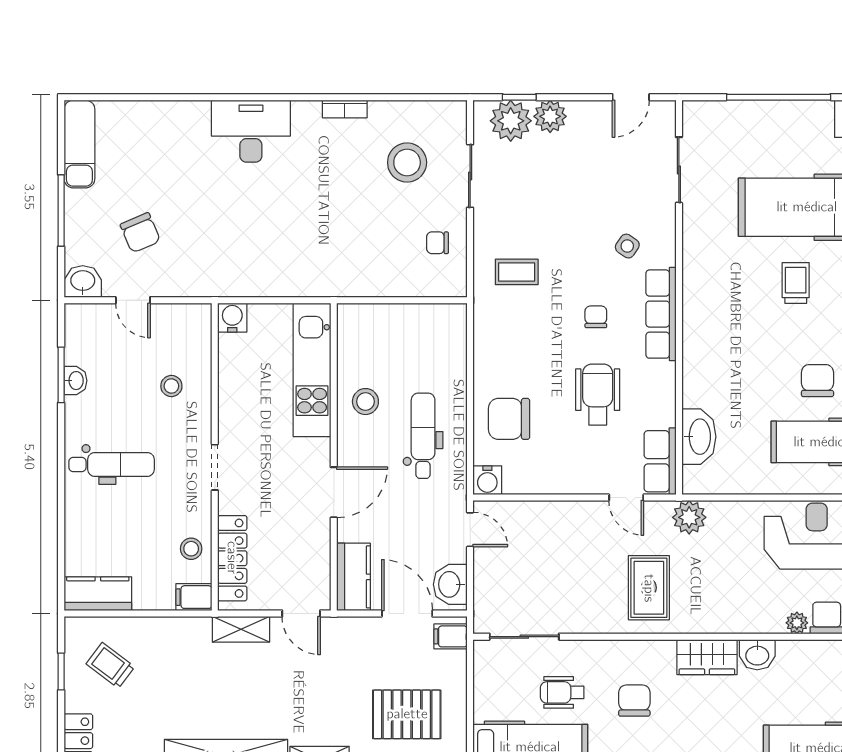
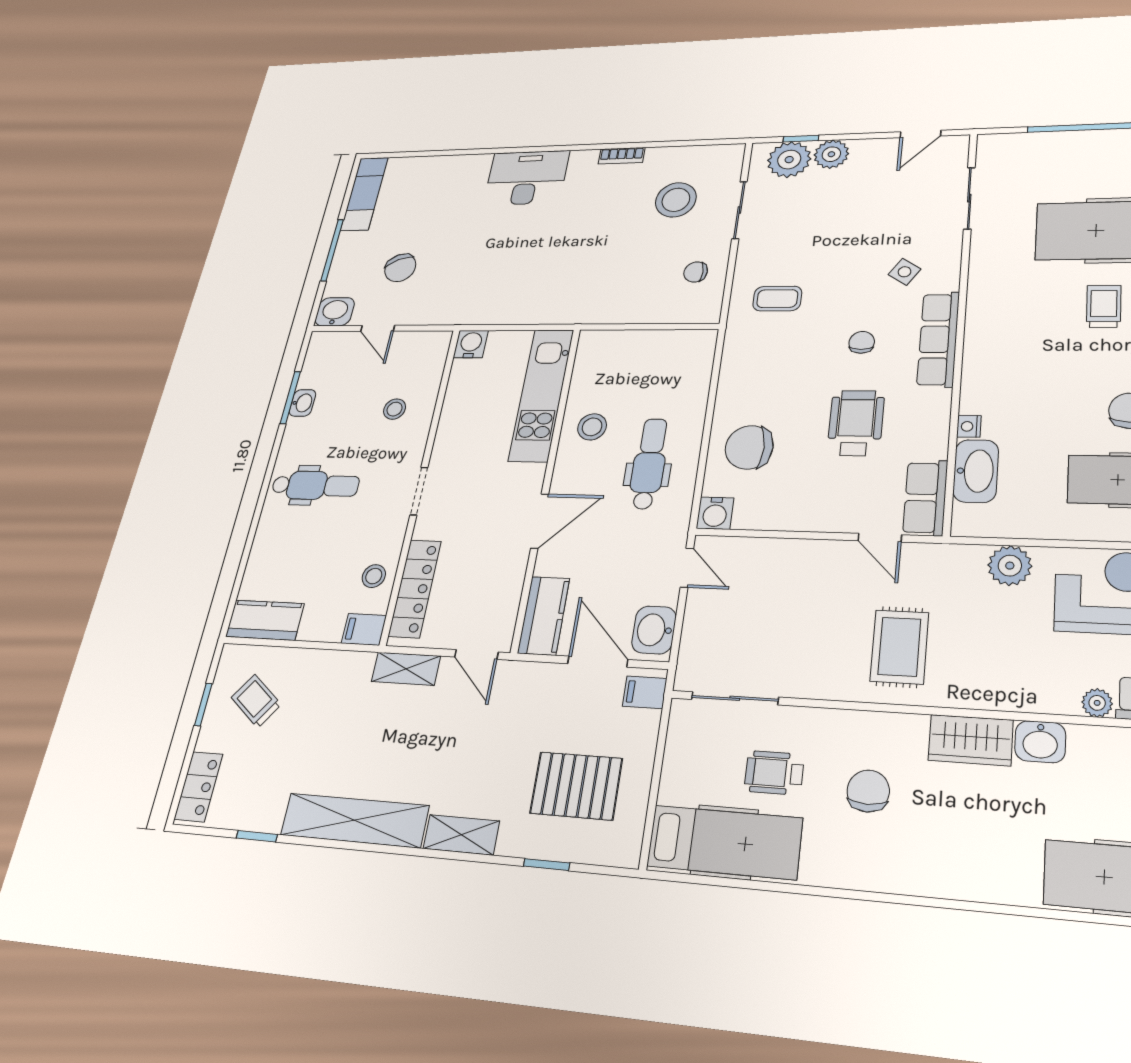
nightstand: (691, 396) -> (969, 426), added
plant: (689, 517) -> (1010, 566), moved

